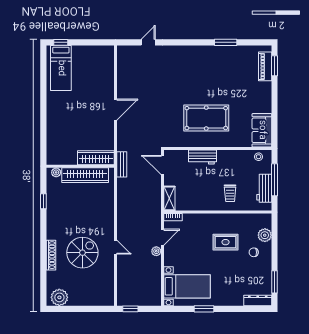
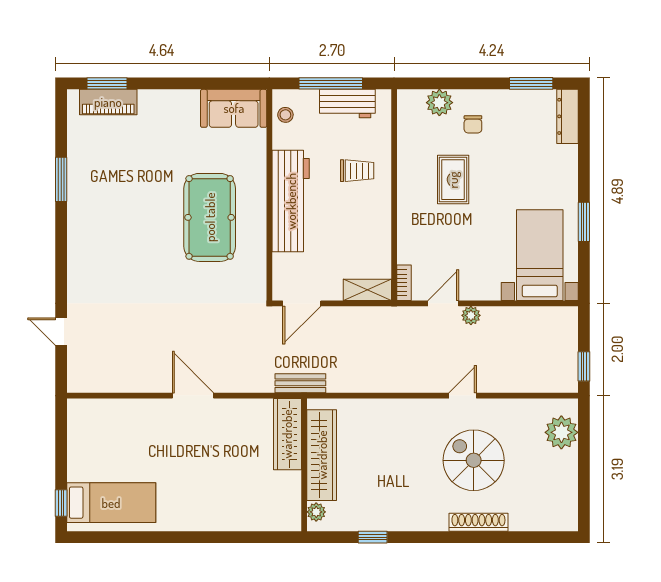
workbench: (203, 157) -> (291, 201), width x1.88, depth x1.32
door: (162, 237) -> (443, 303), hinge flipped
plant: (59, 297) -> (561, 432), moved

